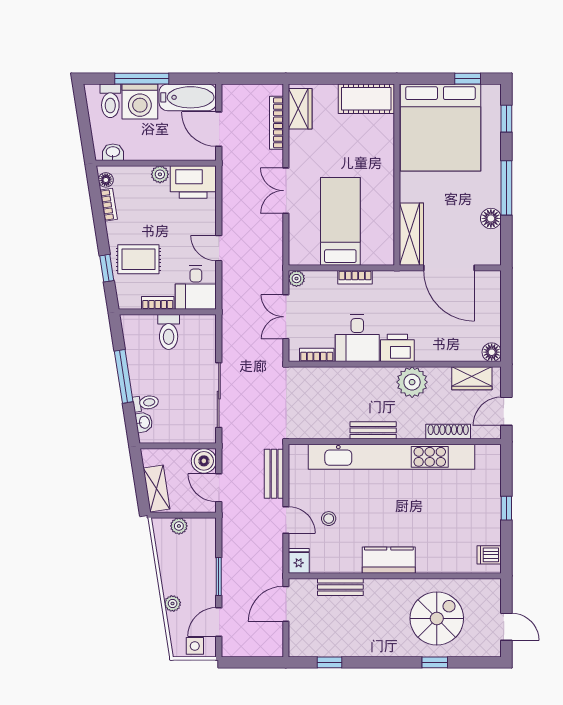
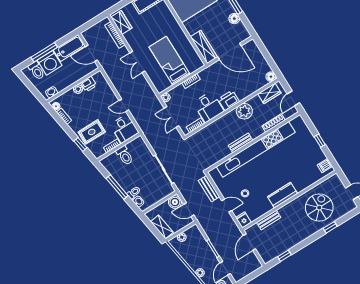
printer: (193, 182) -> (89, 84), width x0.53, depth x0.68

